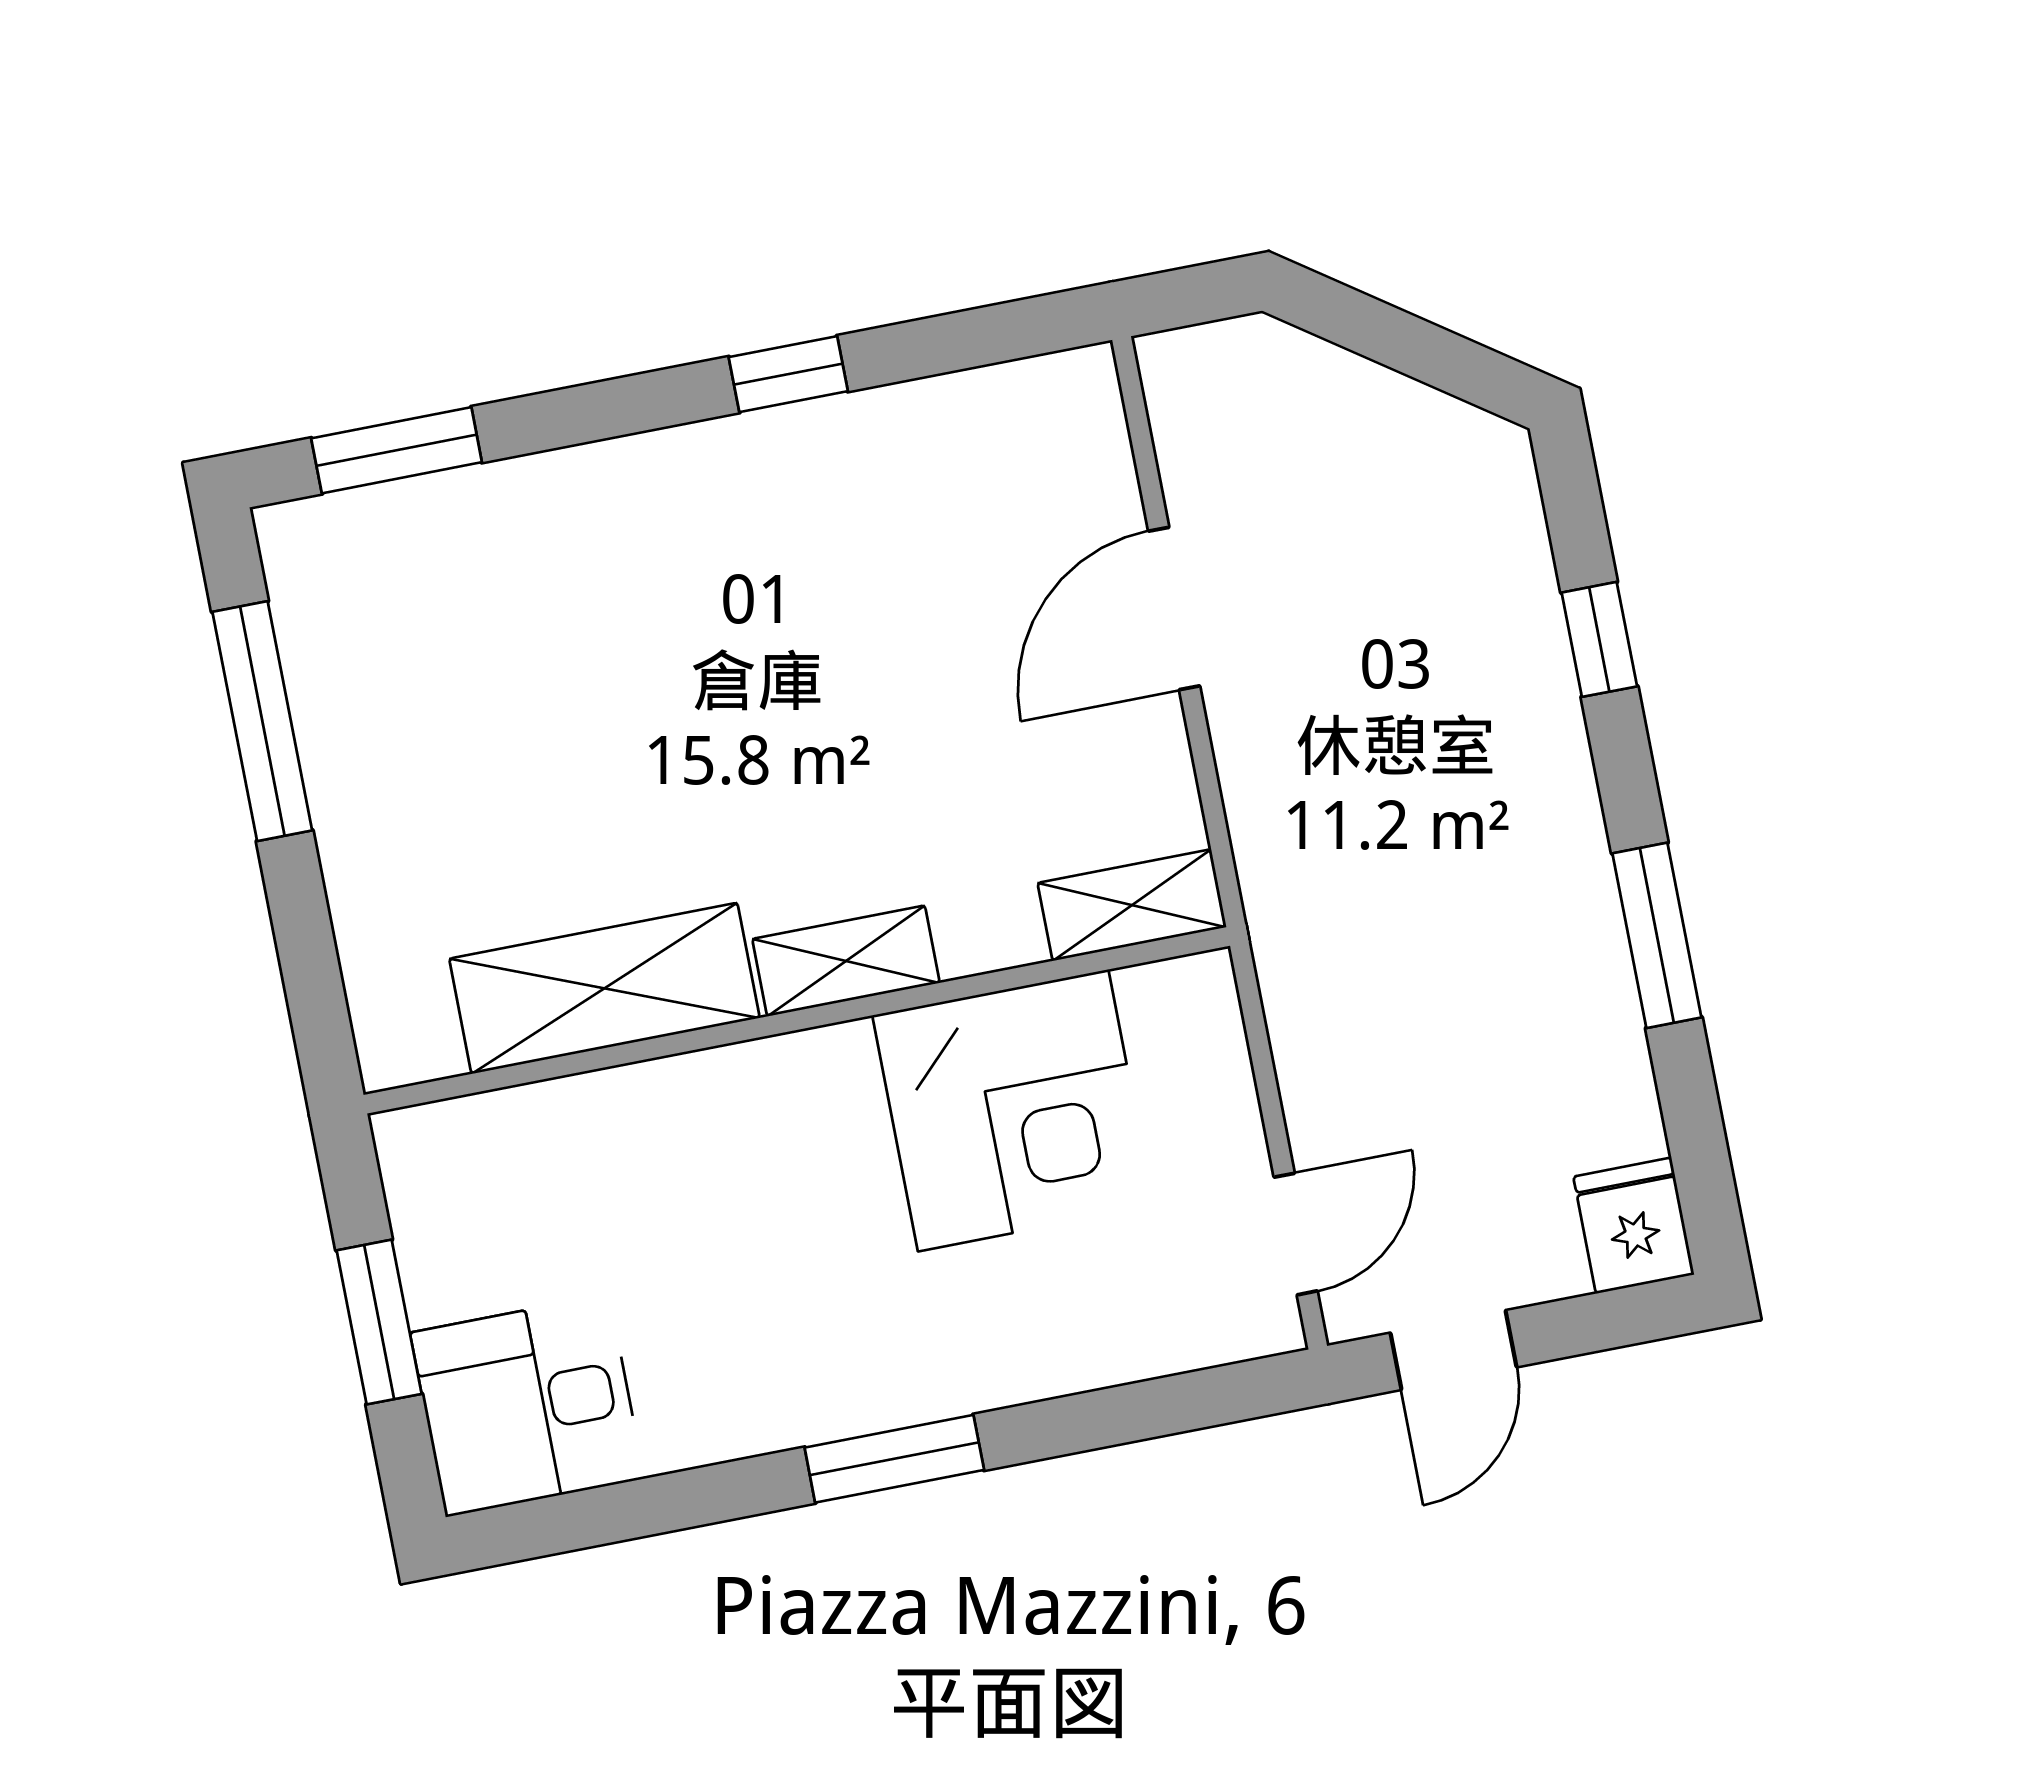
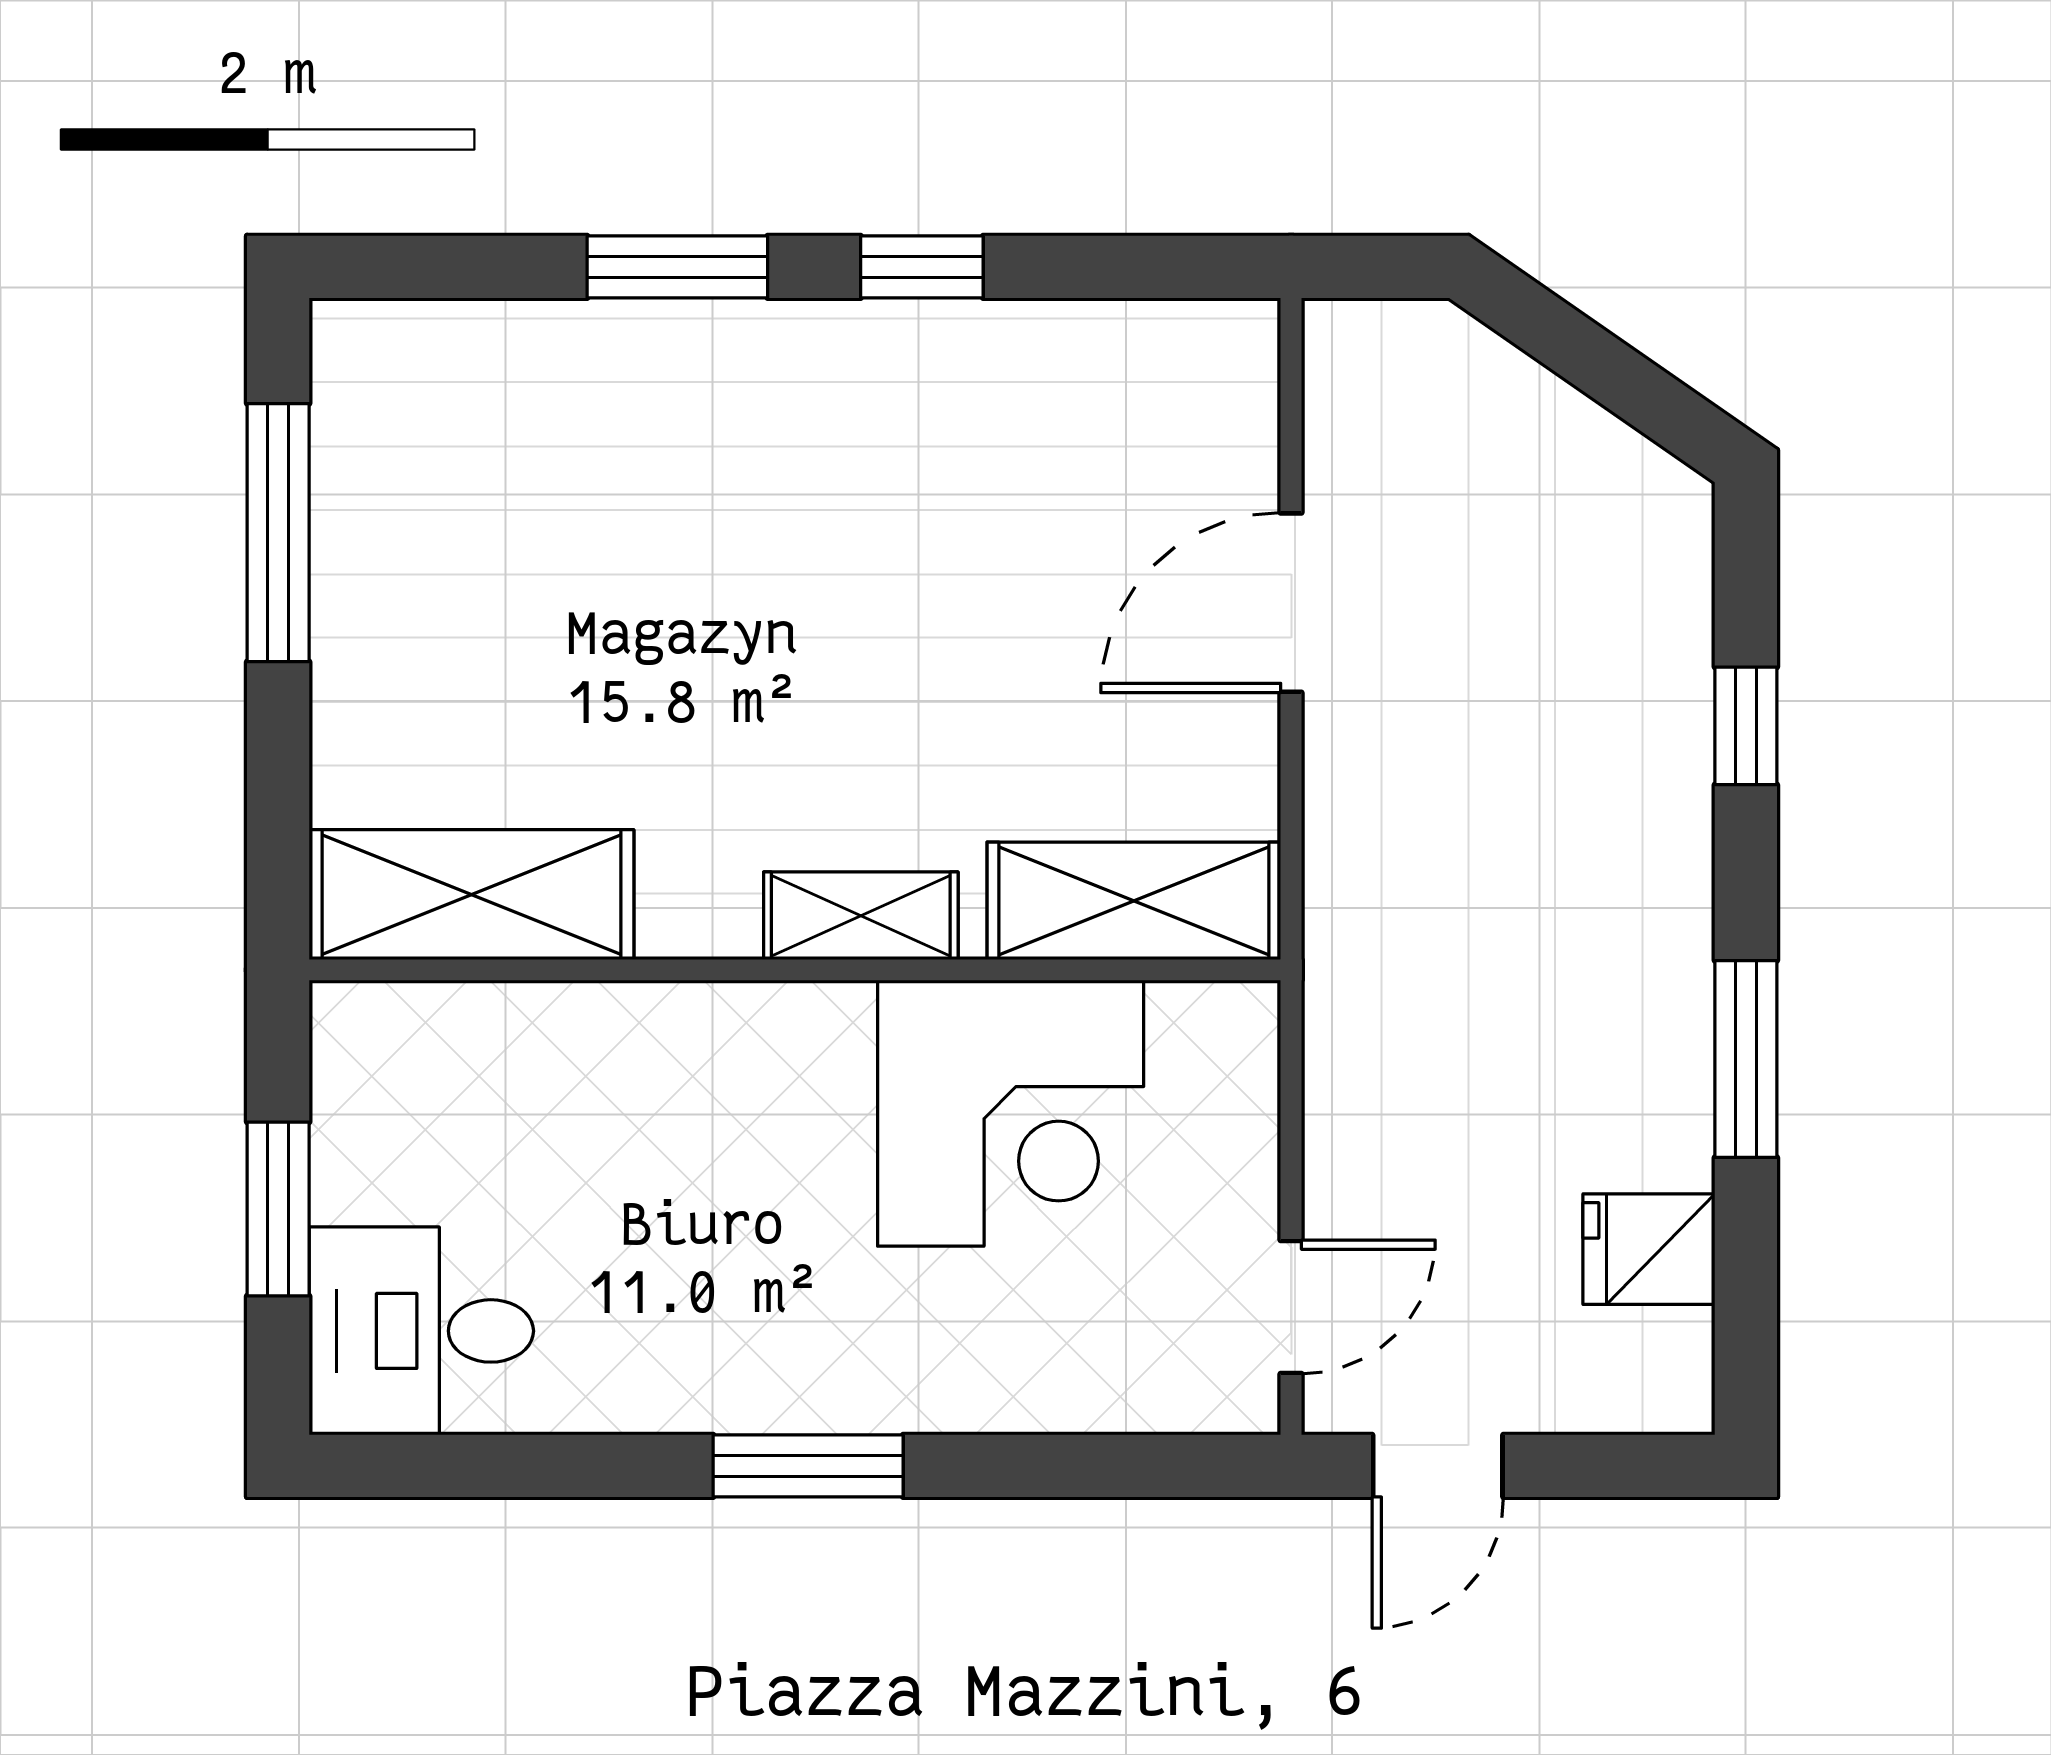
window: (397, 450) -> (677, 267), moved
shelving: (1132, 905) -> (1134, 901), width x1.50, depth x1.33
shelving: (604, 988) -> (471, 895), moved
fridge: (1634, 1226) -> (1649, 1249), moved, turned -90

